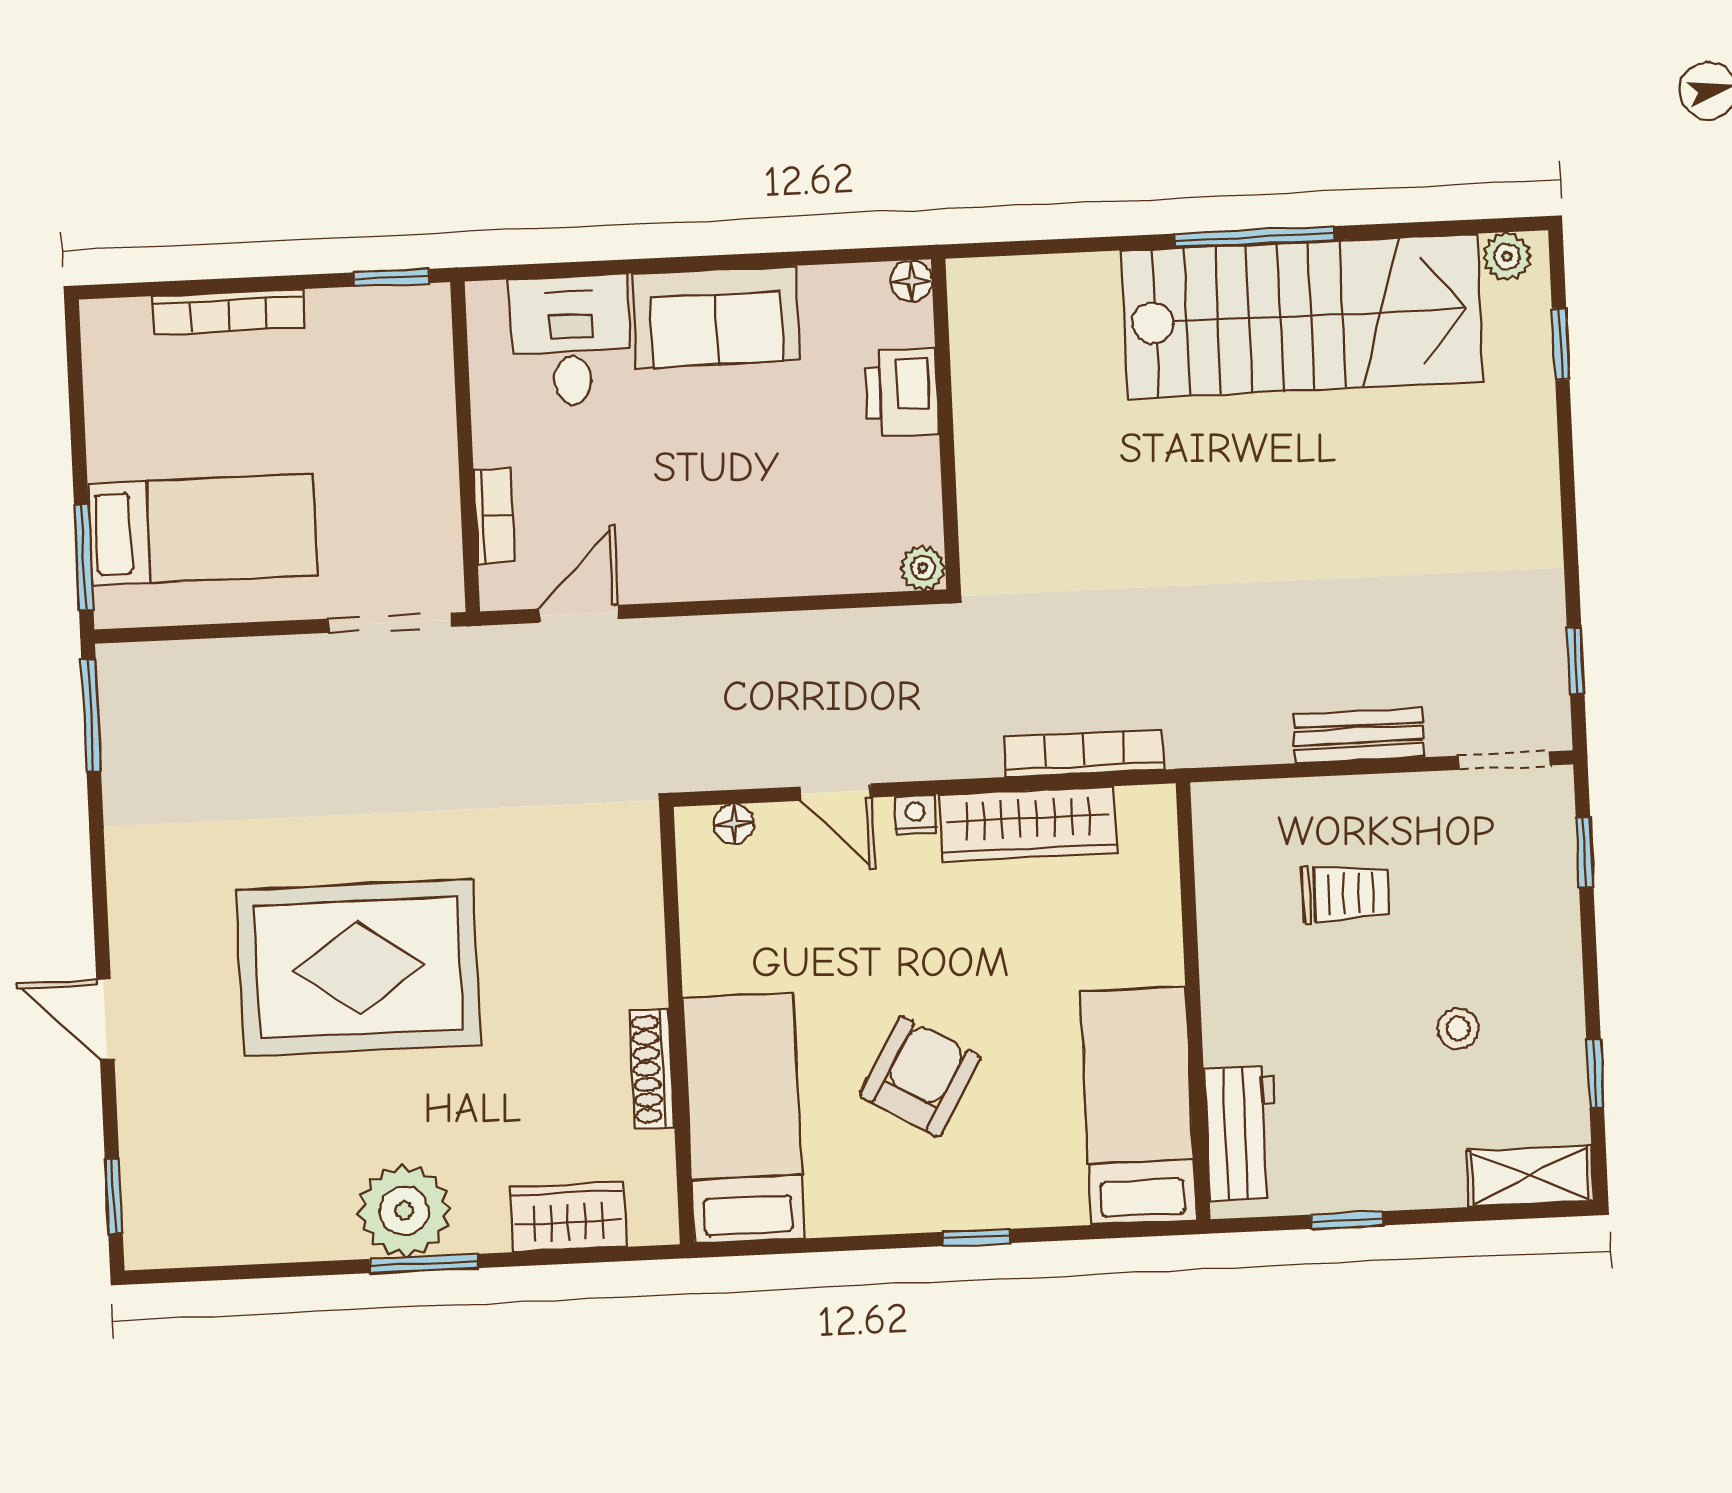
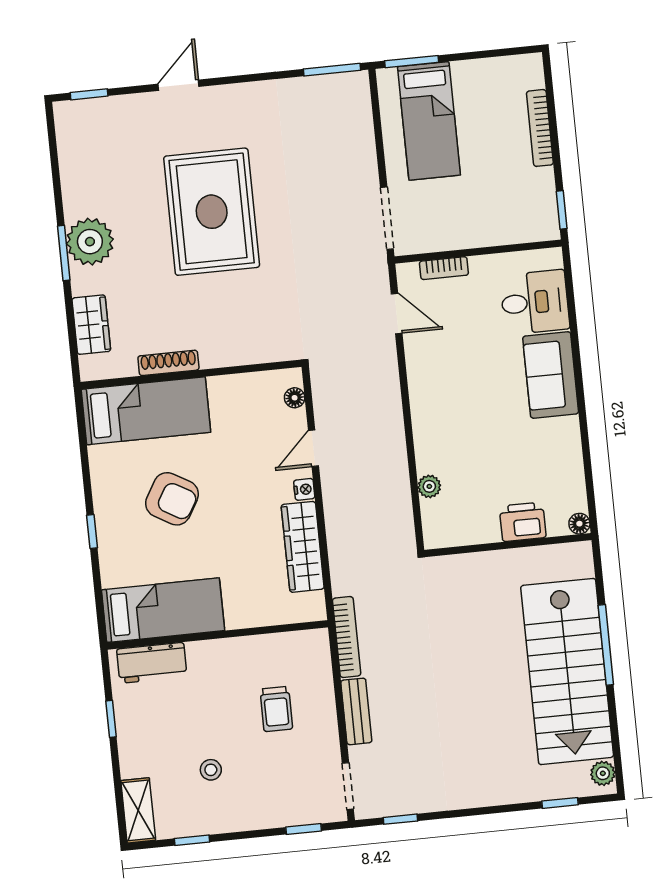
floor lamp: (911, 281) -> (579, 524), moved
printer: (902, 392) -> (523, 522), moved
wall: (946, 424) -> (508, 545), moved
bookcase: (1084, 753) -> (347, 637), moved

